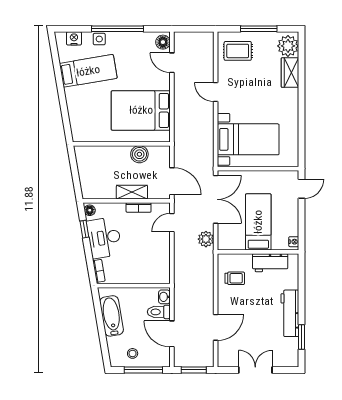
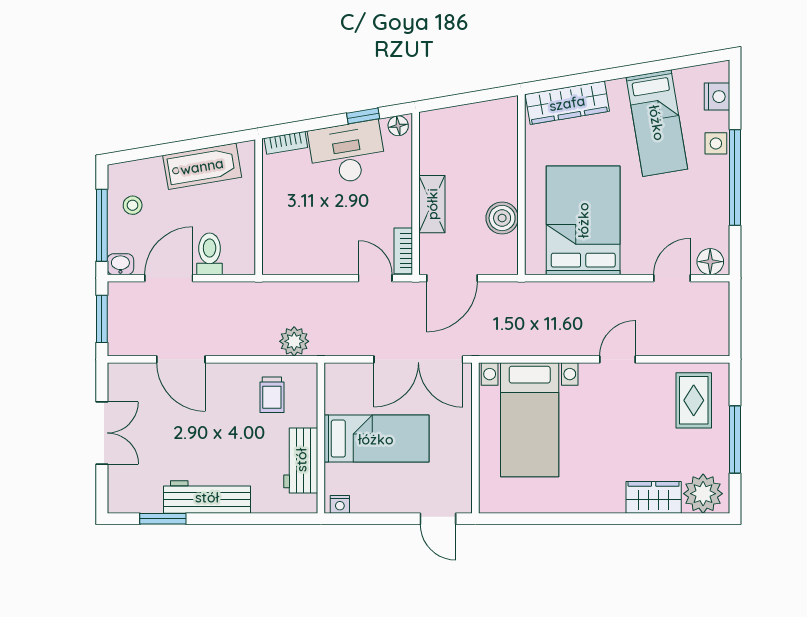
wardrobe: (77, 119) -> (567, 103), added
bookcase: (139, 207) -> (403, 251), moved
plant: (206, 239) -> (294, 341), moved
washbasin: (164, 297) -> (120, 264), moved

